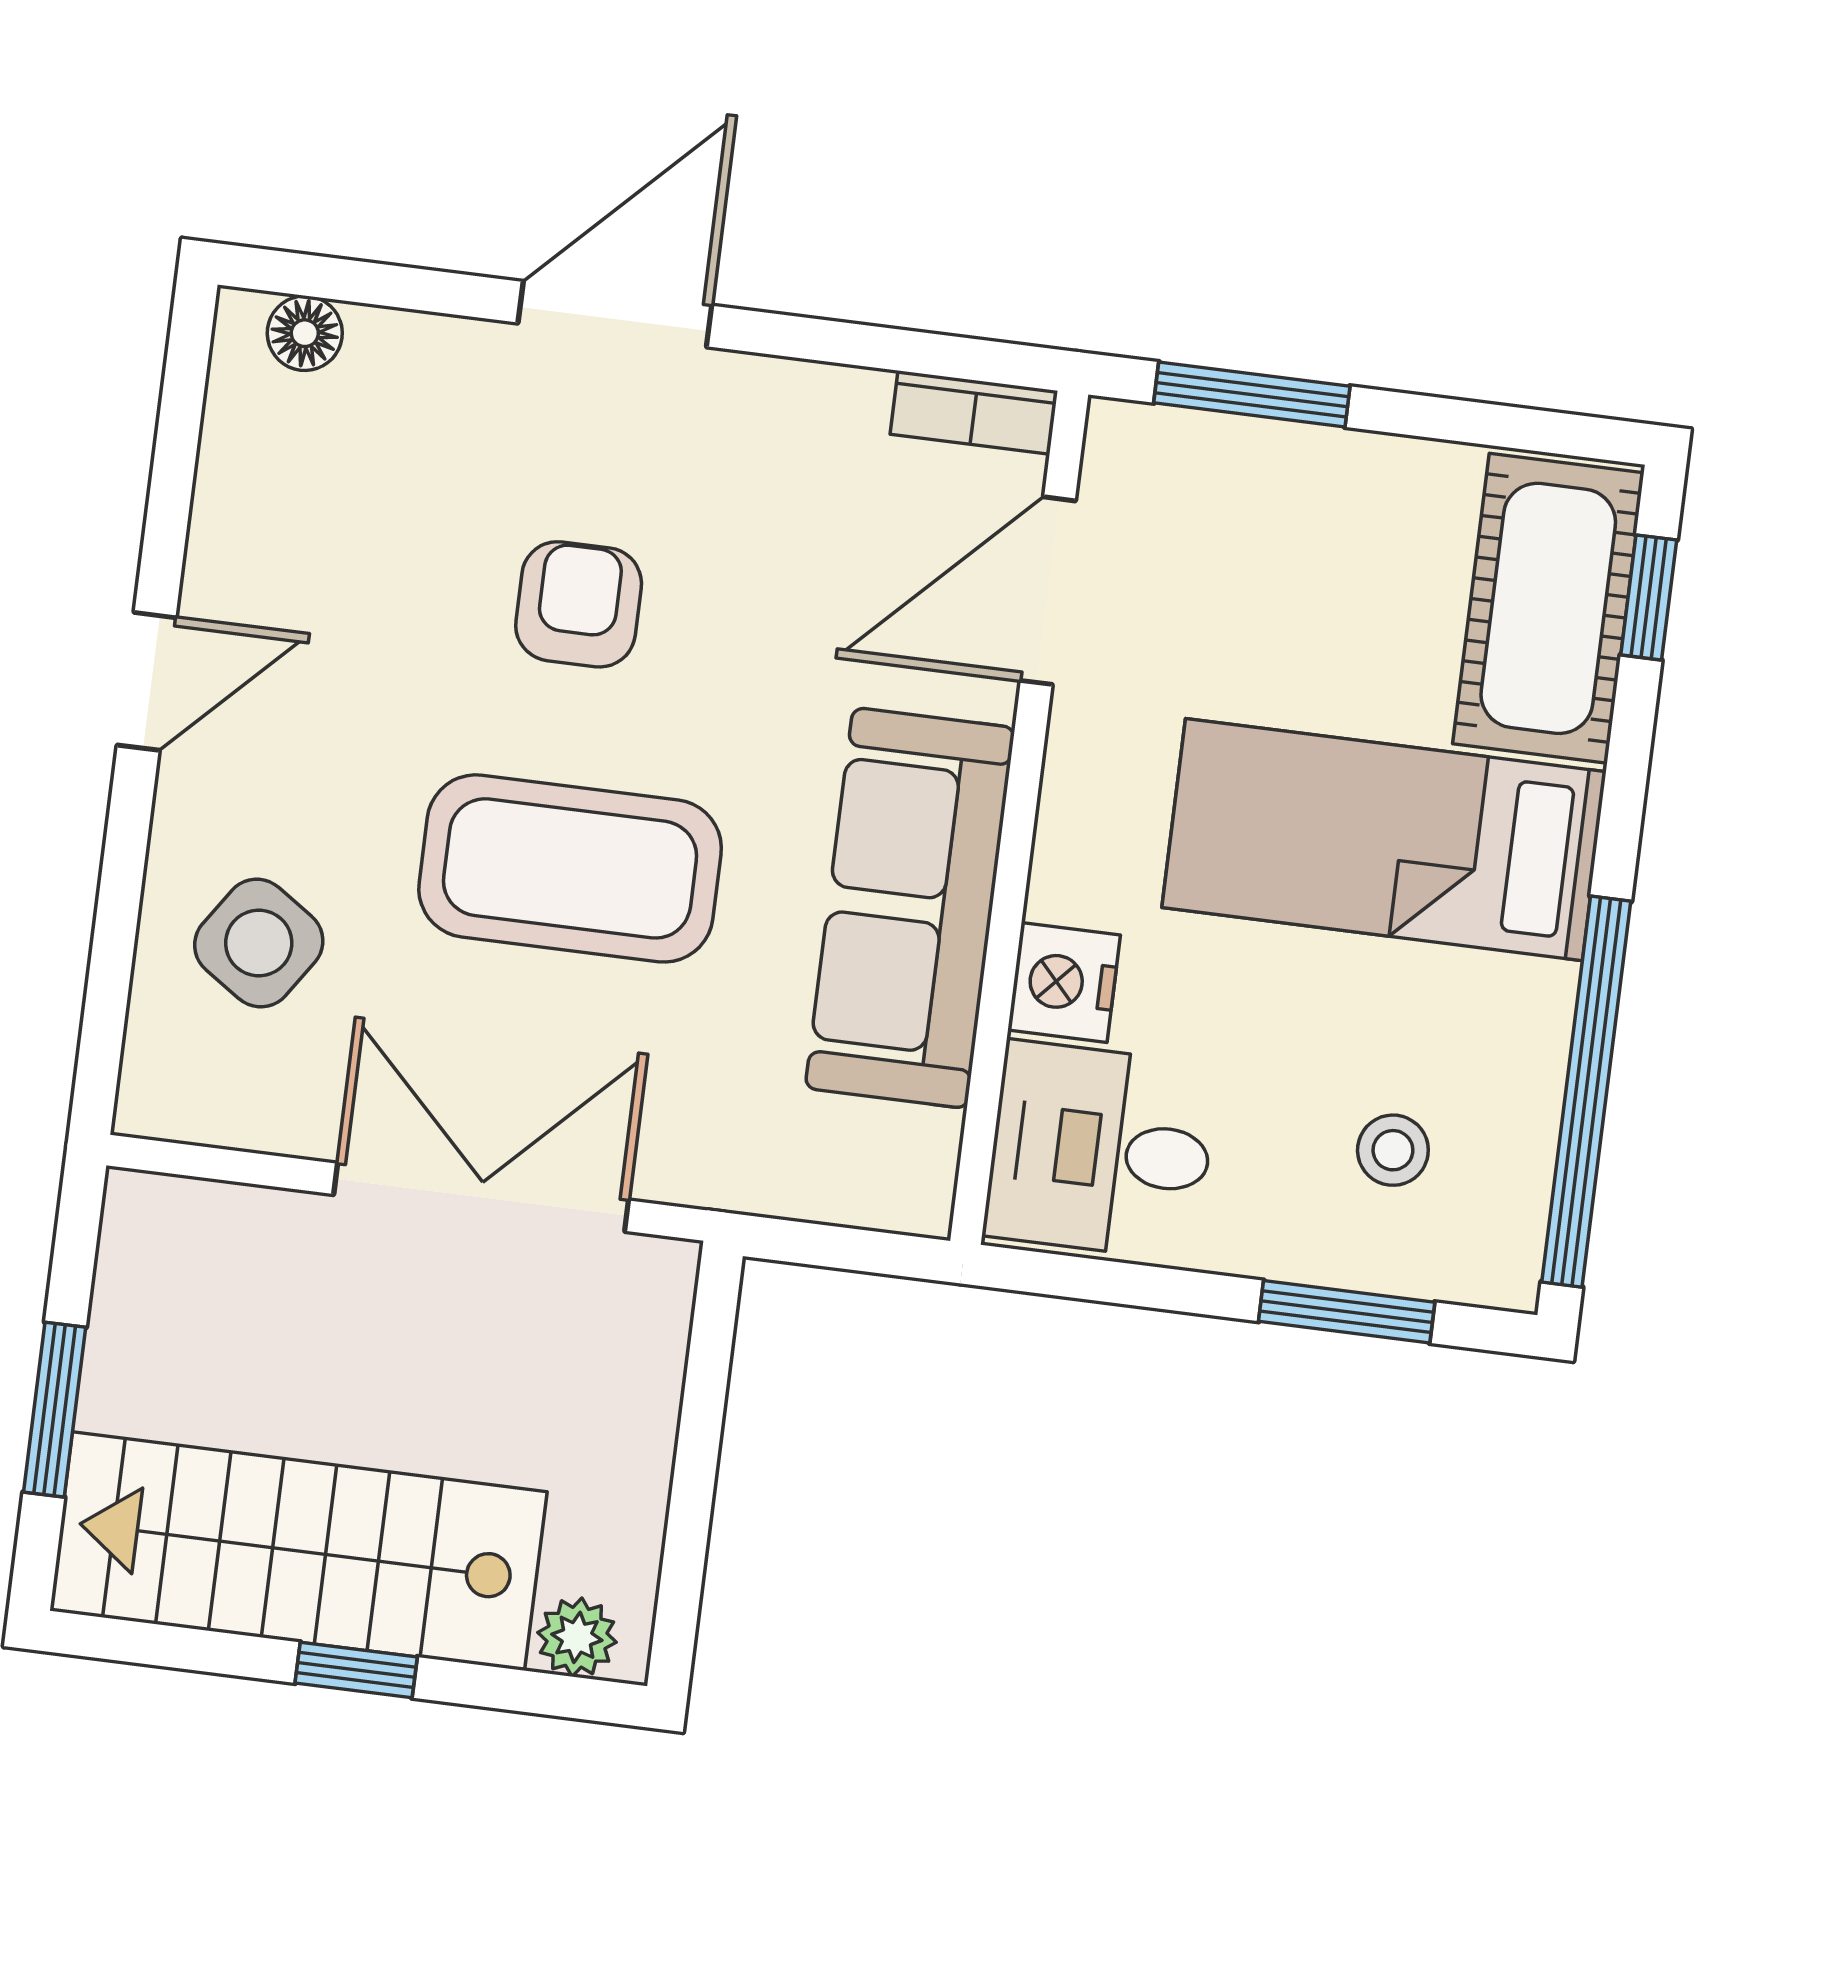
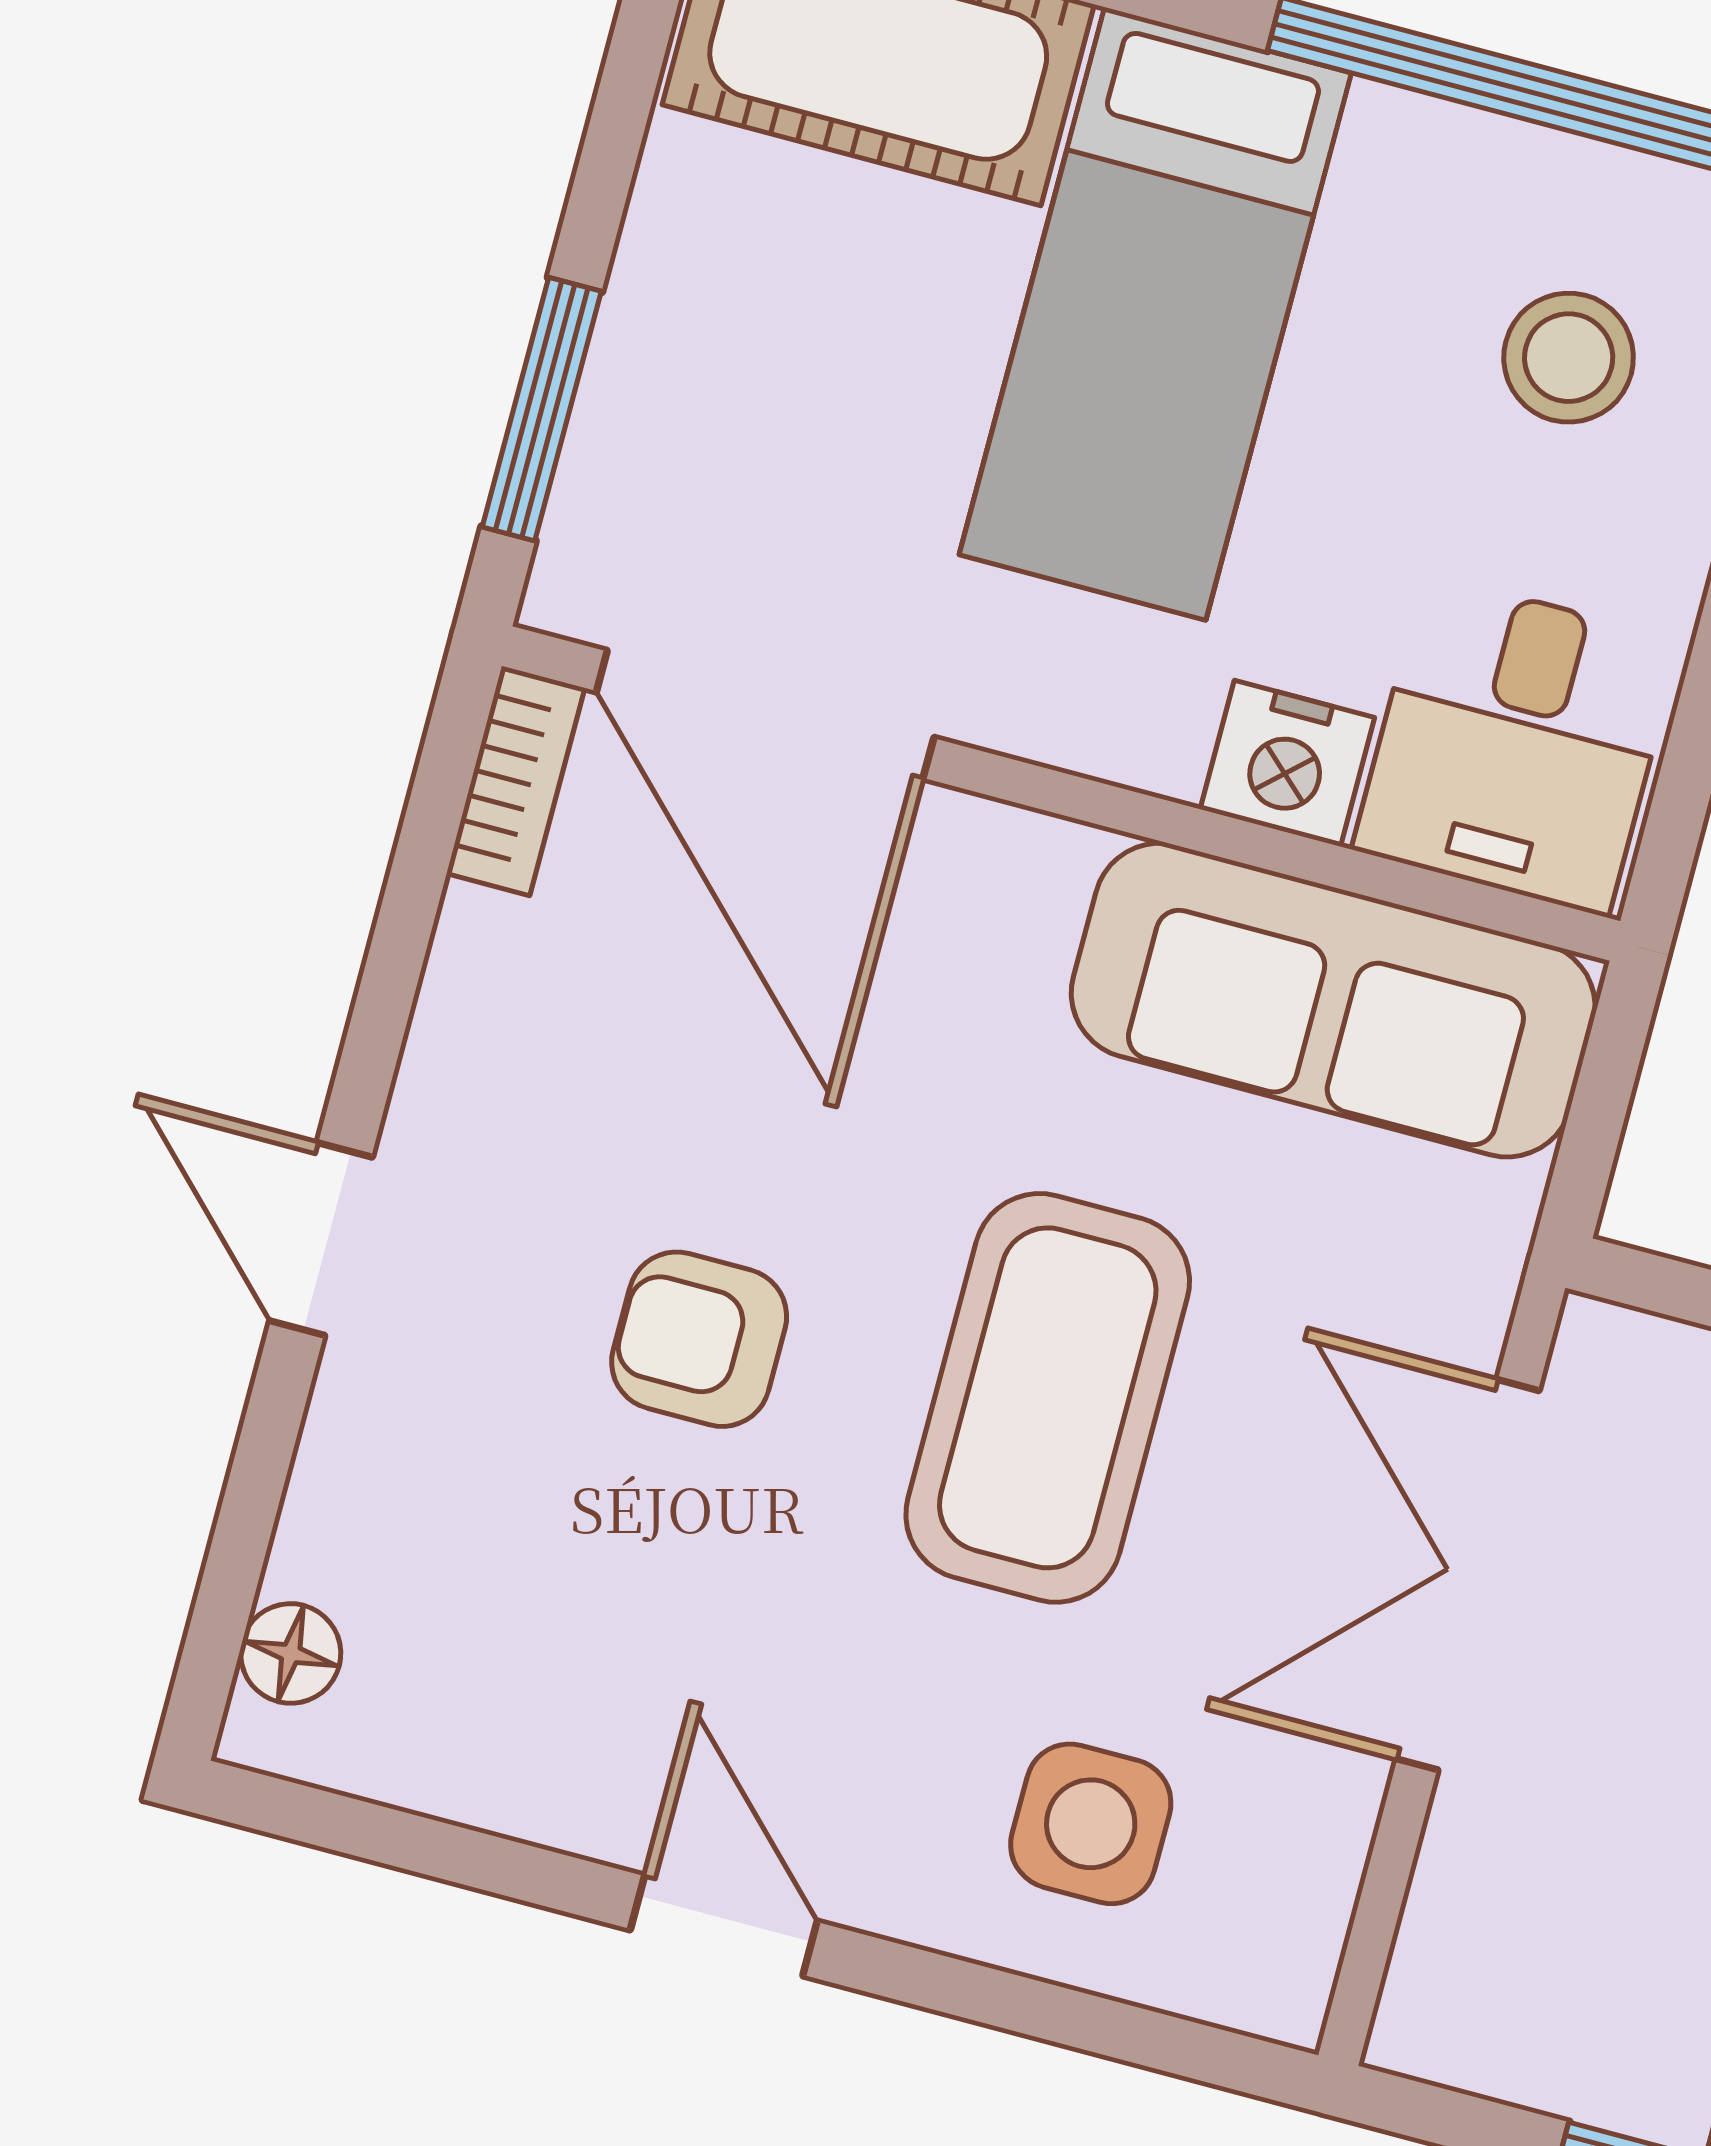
door: (615, 314) -> (321, 1239), width x0.73
door: (1048, 591) -> (765, 715), width x1.36
sofa: (910, 908) -> (1333, 1000), moved
side table: (259, 943) -> (1091, 1824), turned -34
stool: (1393, 1150) -> (1569, 358), width x1.37, depth x1.37

